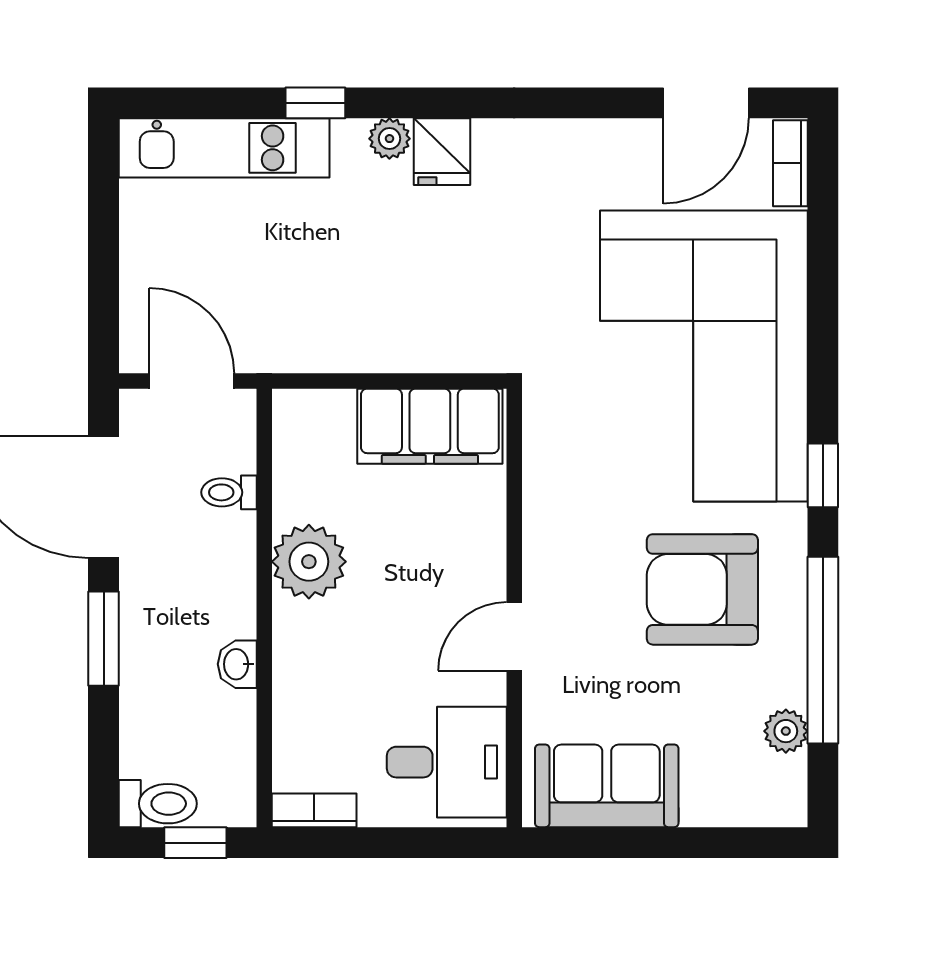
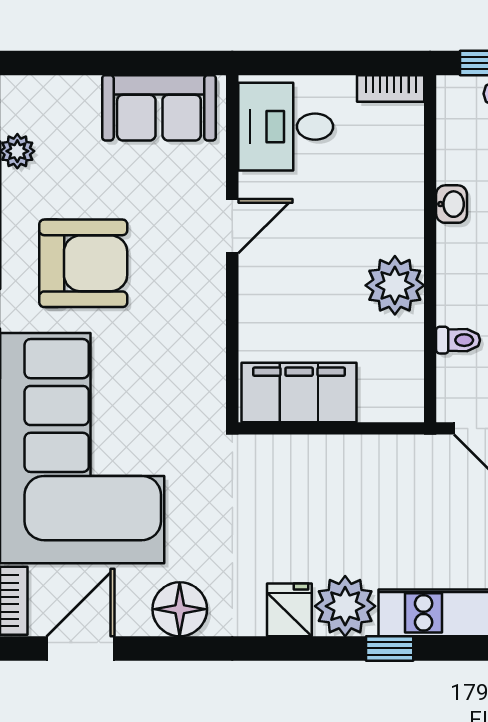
plant: (389, 139) -> (345, 606), width x1.88, depth x1.88
floor lamp: (581, 152) -> (180, 609), added

